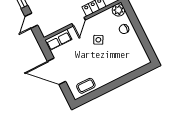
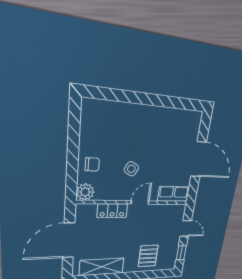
door: (31, 21) -> (186, 228), hinge flipped
coffee table: (86, 86) -> (180, 121), removed

